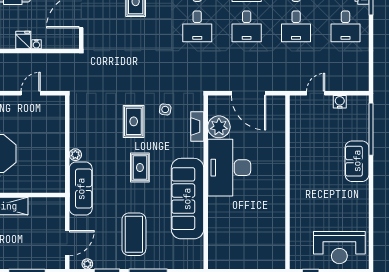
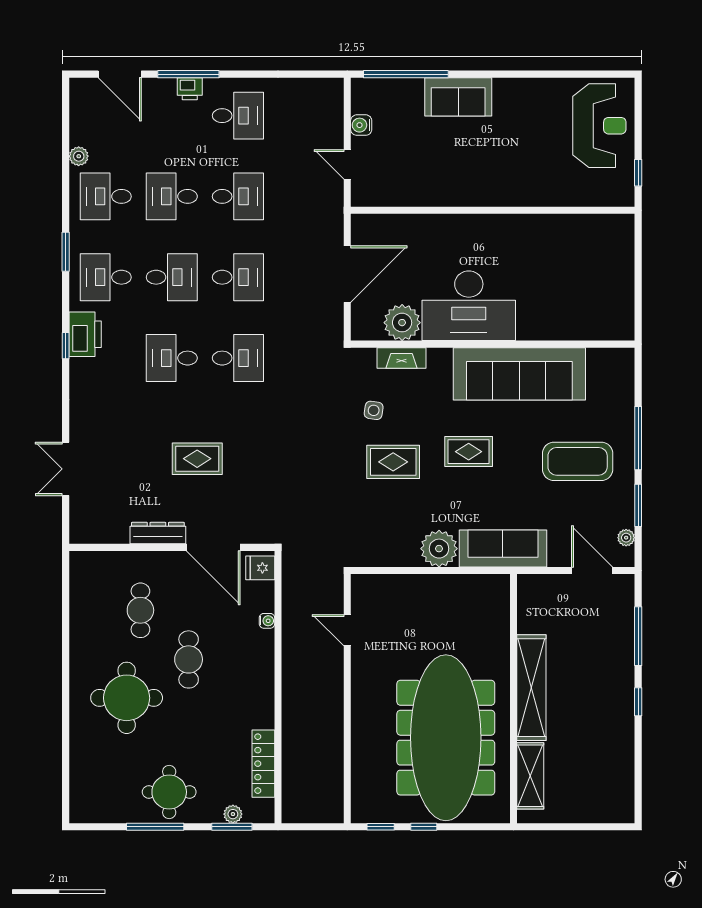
fridge: (23, 40) -> (260, 568), moved
plant: (75, 155) -> (439, 549), width x1.88, depth x1.88

